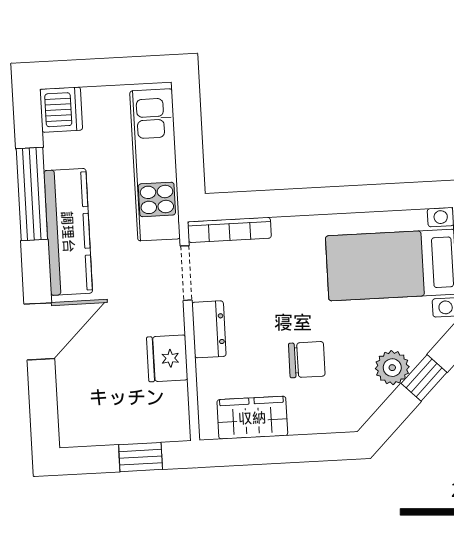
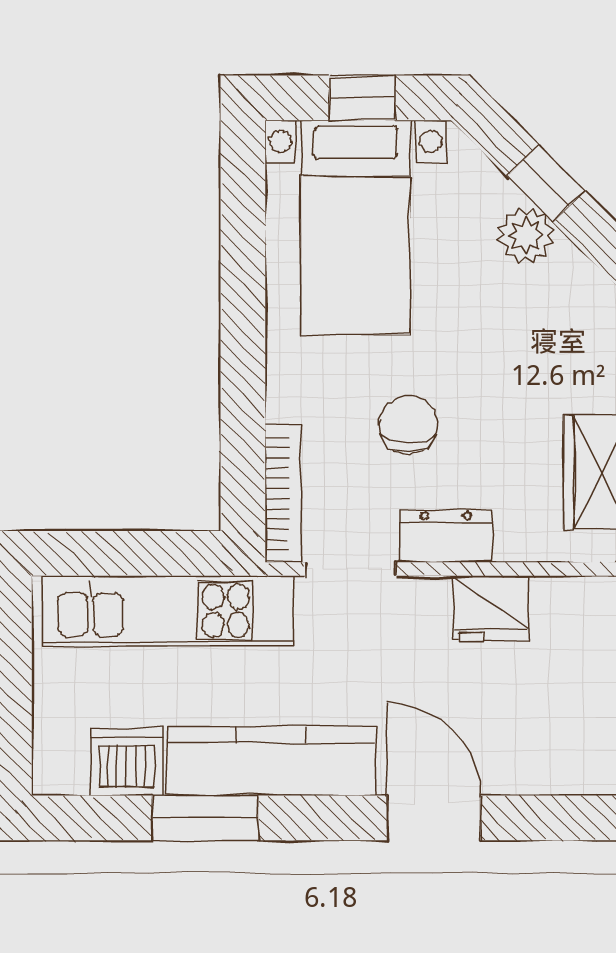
dishwasher: (61, 110) -> (127, 762), moved
window: (32, 194) -> (205, 818), width x0.69
chair: (307, 360) -> (408, 424), moved

